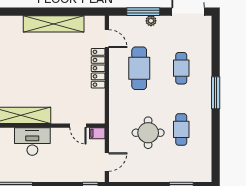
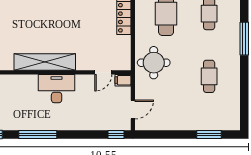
door: (78, 126) -> (103, 72), hinge flipped
round table: (148, 133) -> (154, 63), moved

